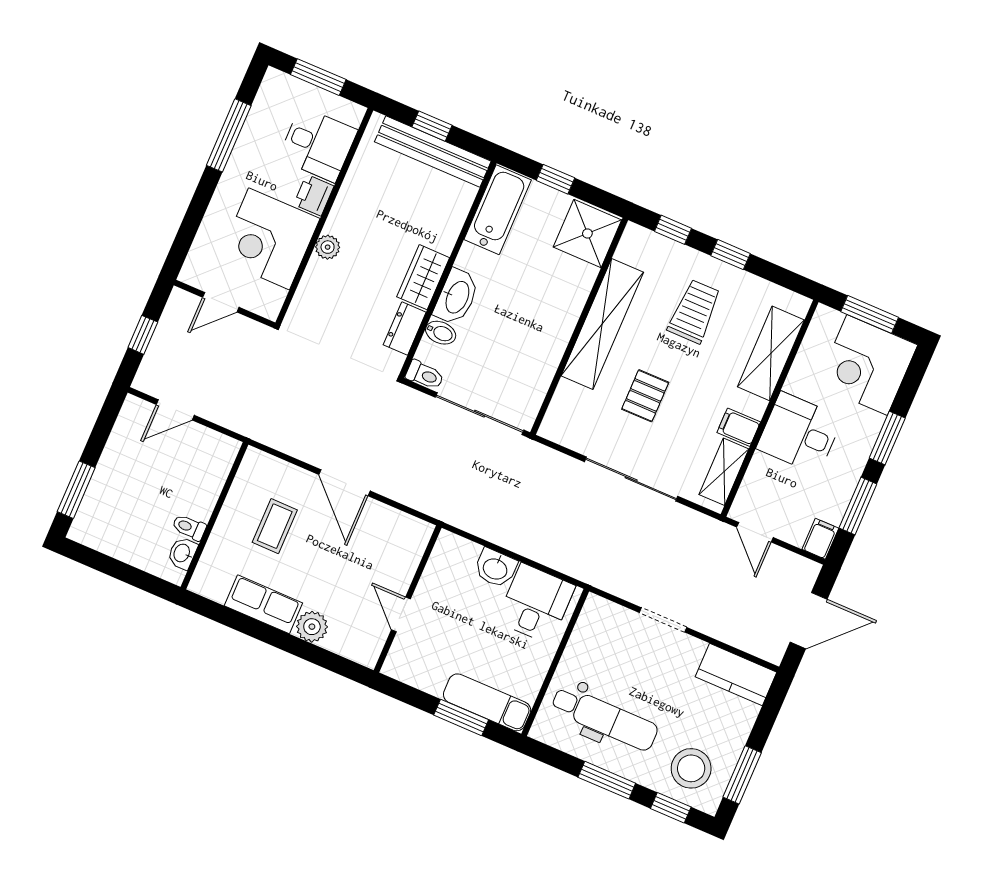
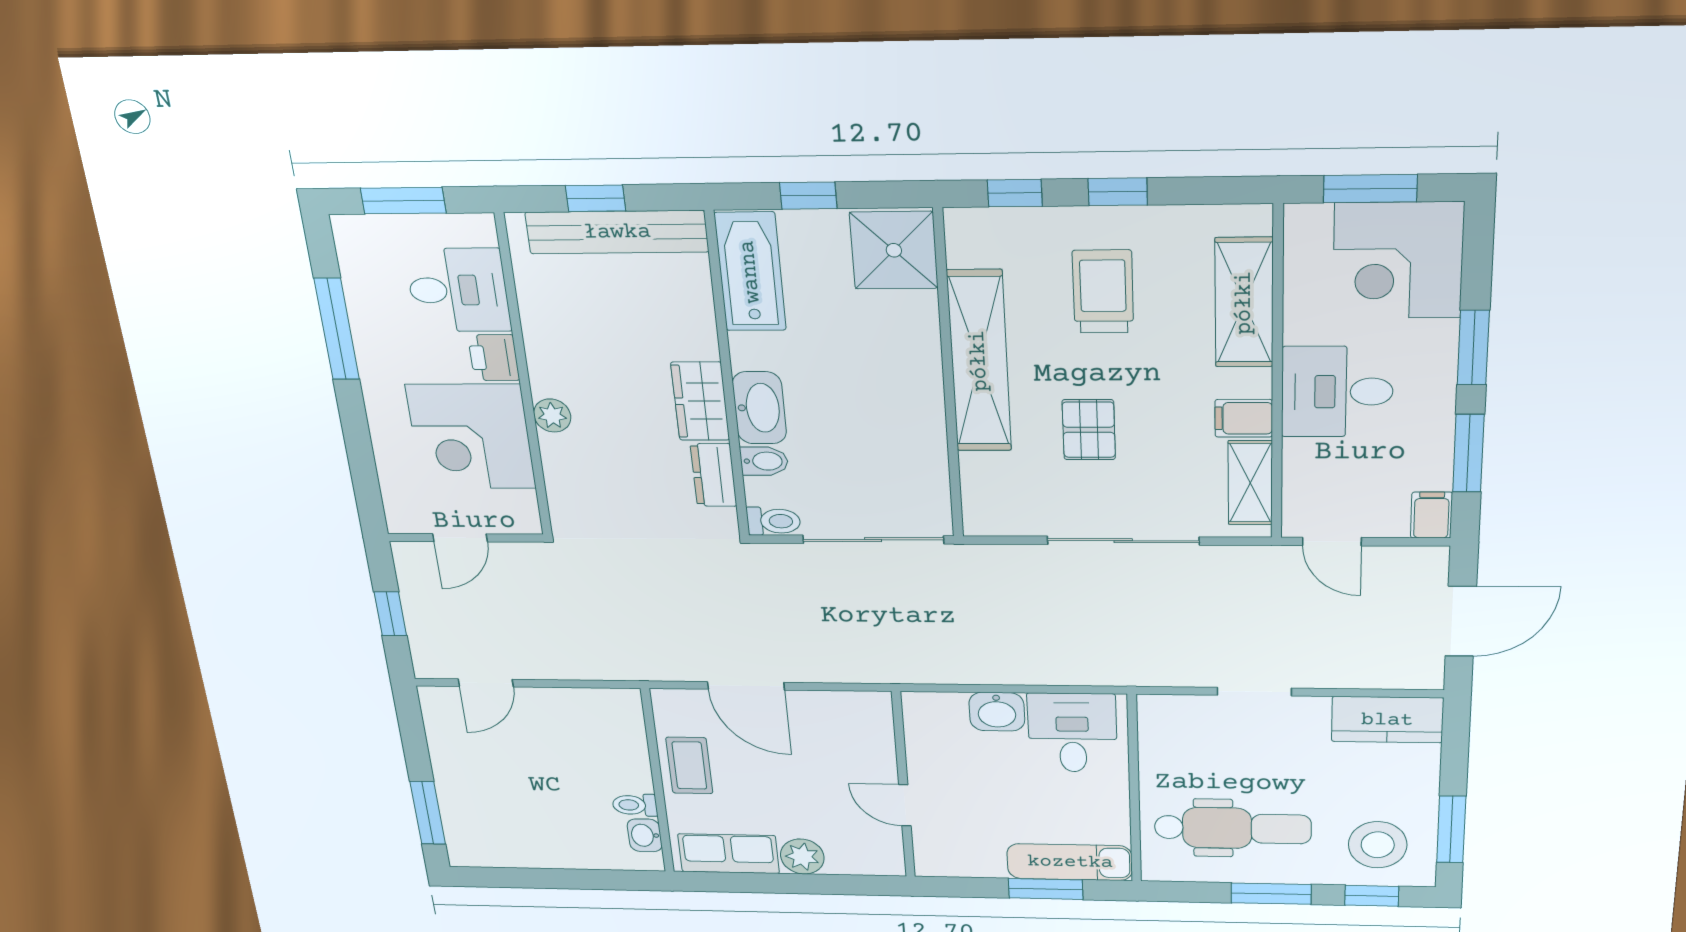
wall: (214, 516) -> (657, 782), moved
toilet: (189, 527) -> (635, 805), moved
washbasin: (182, 553) -> (645, 835), moved

